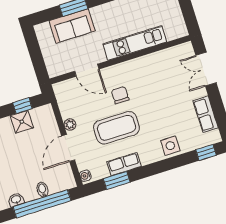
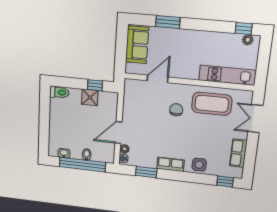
sofa: (72, 26) -> (137, 45), moved, turned -90
kitchen unit: (135, 43) -> (227, 75), moved
door: (87, 70) -> (158, 79), swing flipped
plant: (70, 125) -> (125, 149), moved
coffee table: (116, 128) -> (212, 104), moved
row of seats: (124, 164) -> (171, 164), moved

